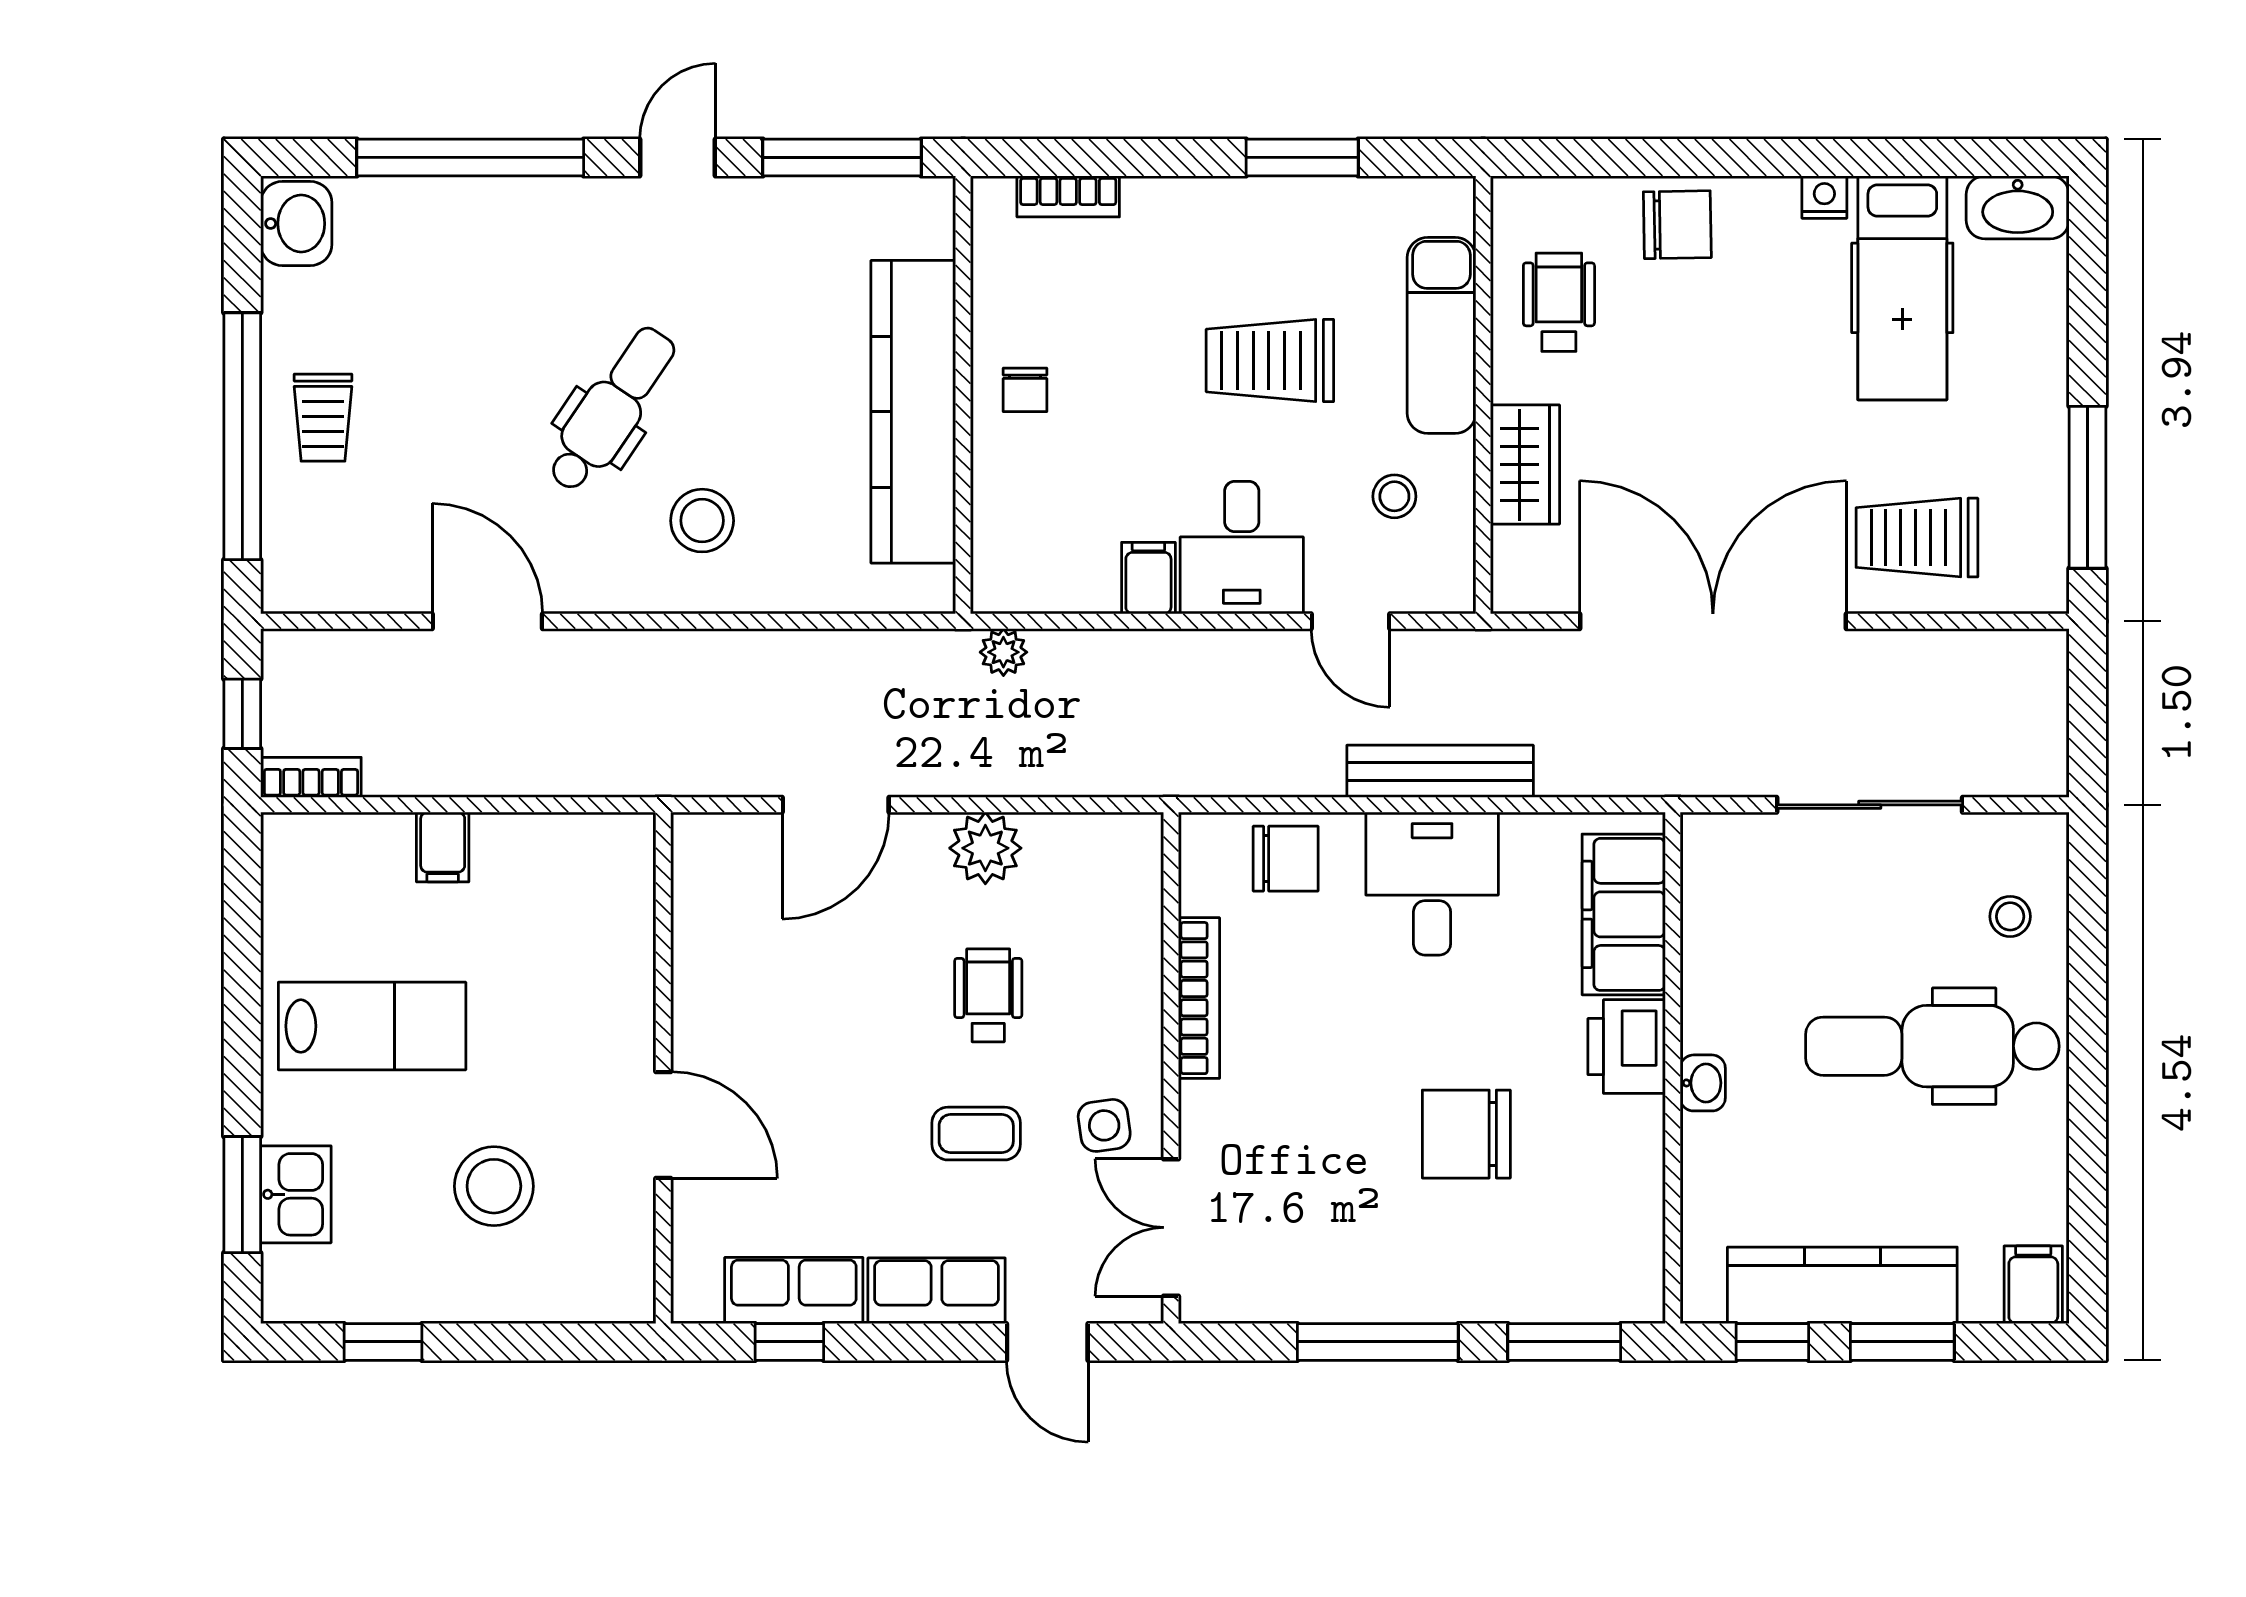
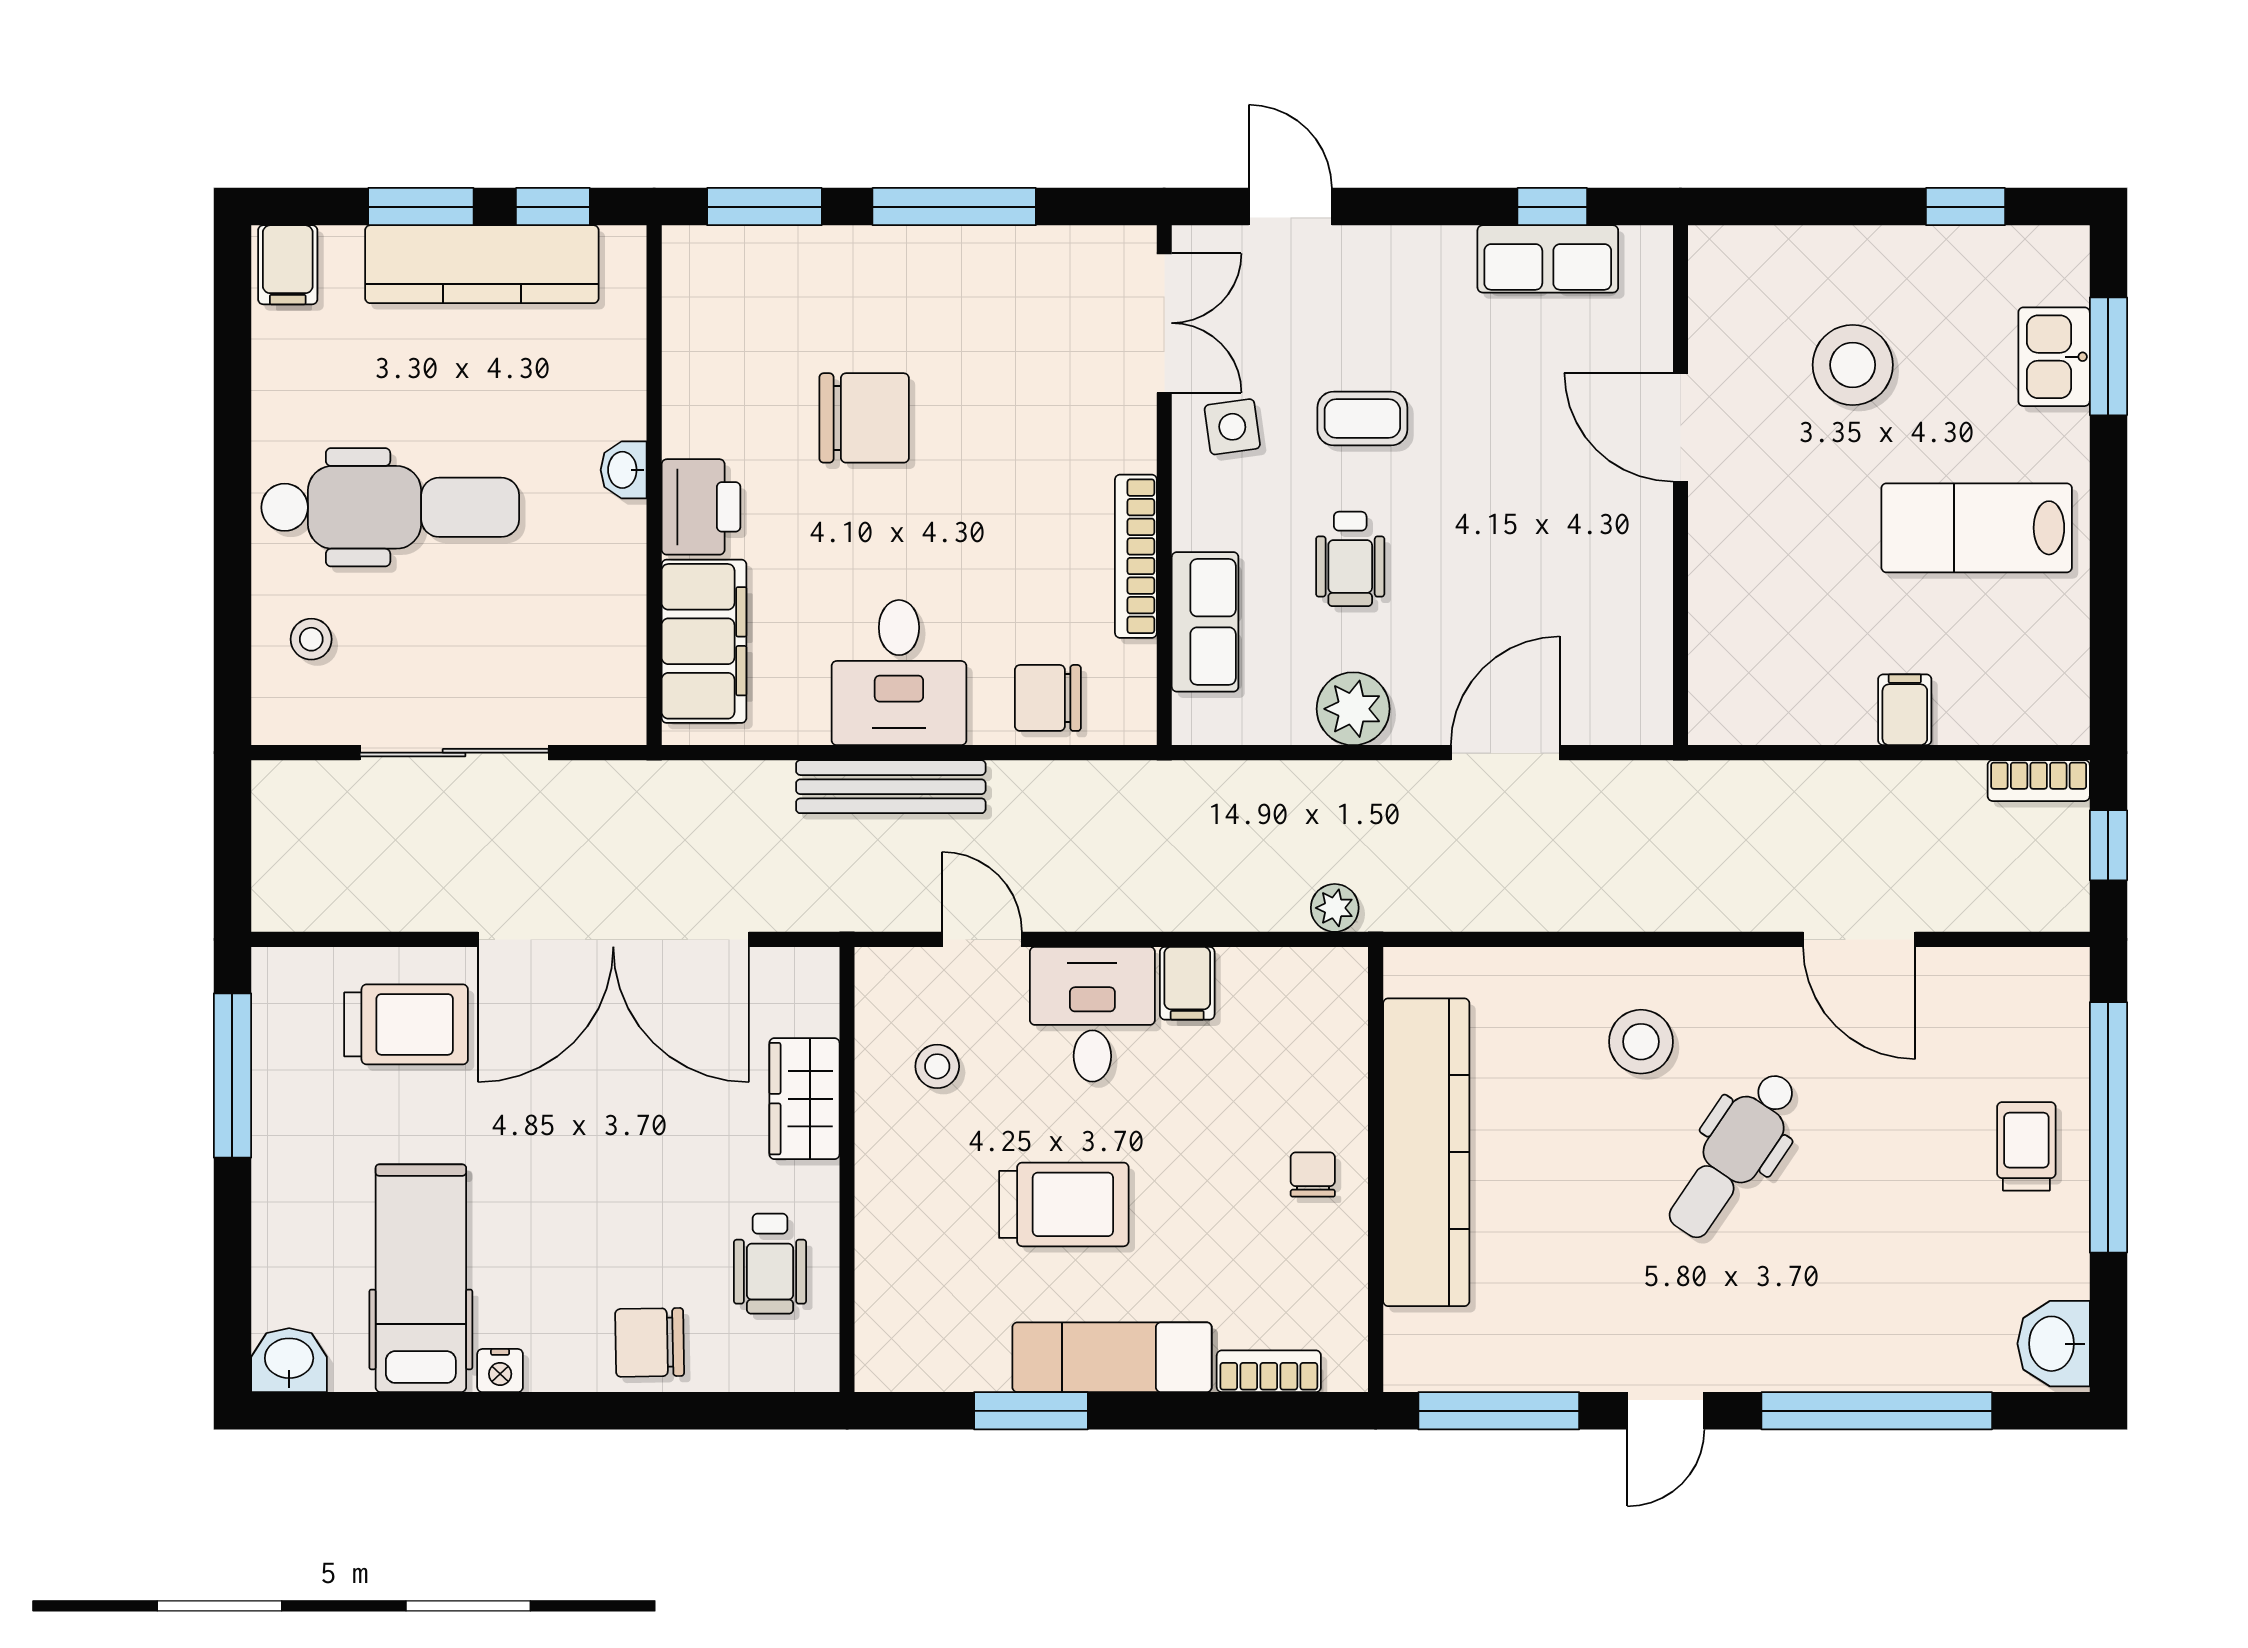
washbasin: (2018, 207) -> (289, 1360), width x0.72
exam couch: (1441, 335) -> (1112, 1357), moved, turned -90
row of seats: (937, 1291) -> (1205, 622), moved, turned -90

